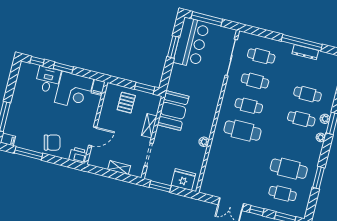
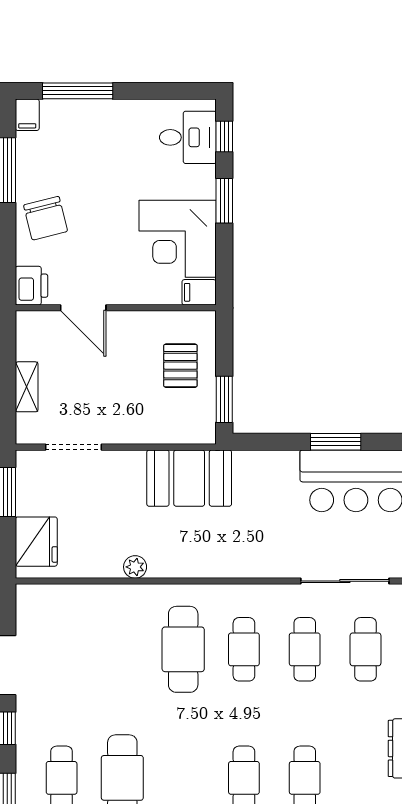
desk: (48, 80) -> (188, 137), moved
pallet: (126, 103) -> (180, 366), turned 90
shelving: (149, 126) -> (140, 432), removed

